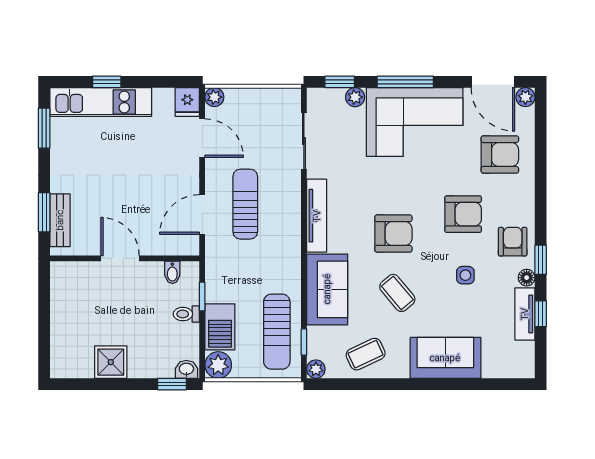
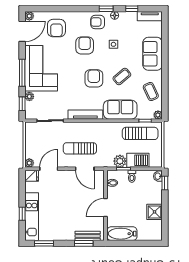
armchair: (500, 154) -> (56, 28), turned 180
bathtub: (65, 293) -> (122, 234), added
tv unit: (525, 314) -> (150, 16), moved
plant: (218, 365) -> (120, 161), moved

